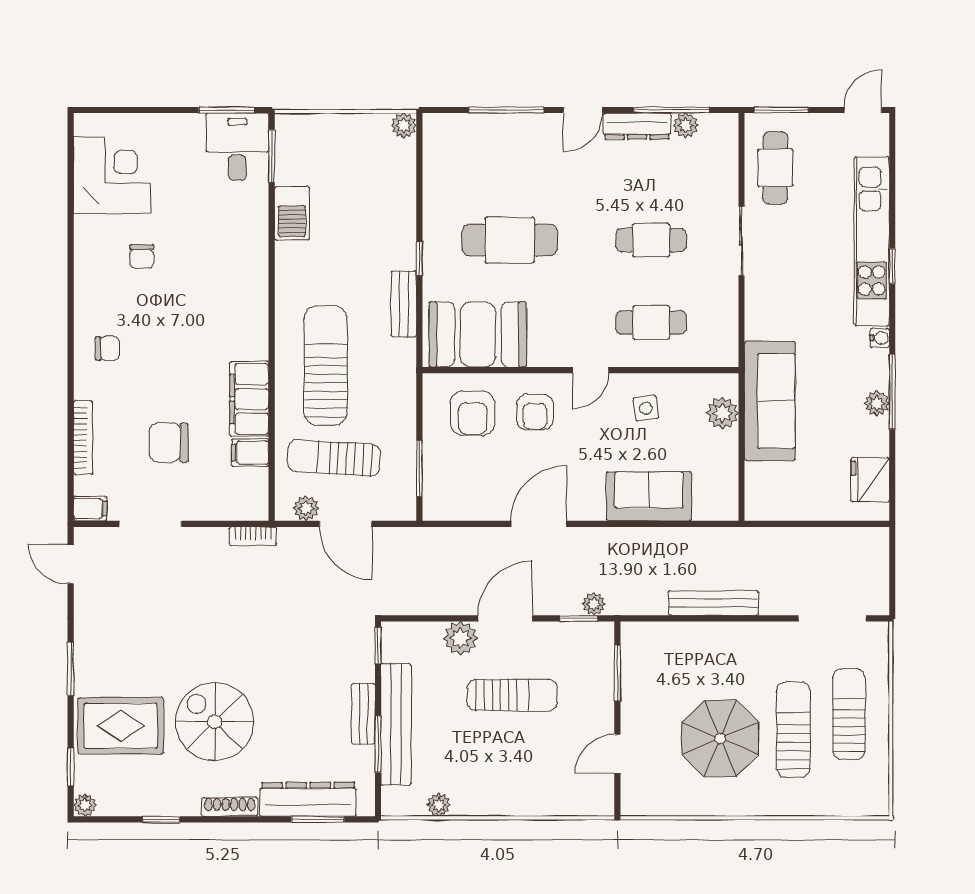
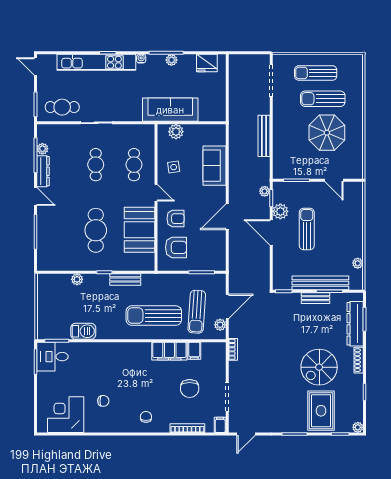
plant: (404, 126) -> (77, 279), moved
booth: (478, 334) -> (139, 230), moved
door: (539, 524) -> (227, 217), hinge flipped
plant: (461, 638) -> (280, 211), moved

